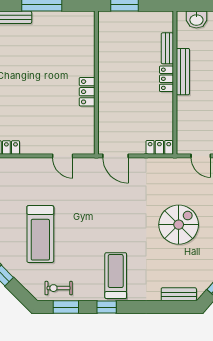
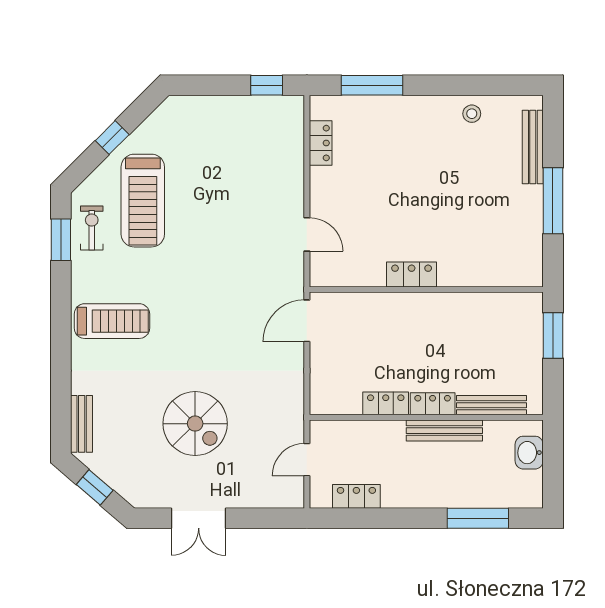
bench: (167, 48) -> (492, 405), width x1.36
locker: (159, 147) -> (386, 403), moved, turned -90
door: (63, 156) -> (307, 234), swing flipped
treadmill: (40, 234) -> (143, 201), moved, turned -90
window: (107, 307) -> (61, 306), removed

